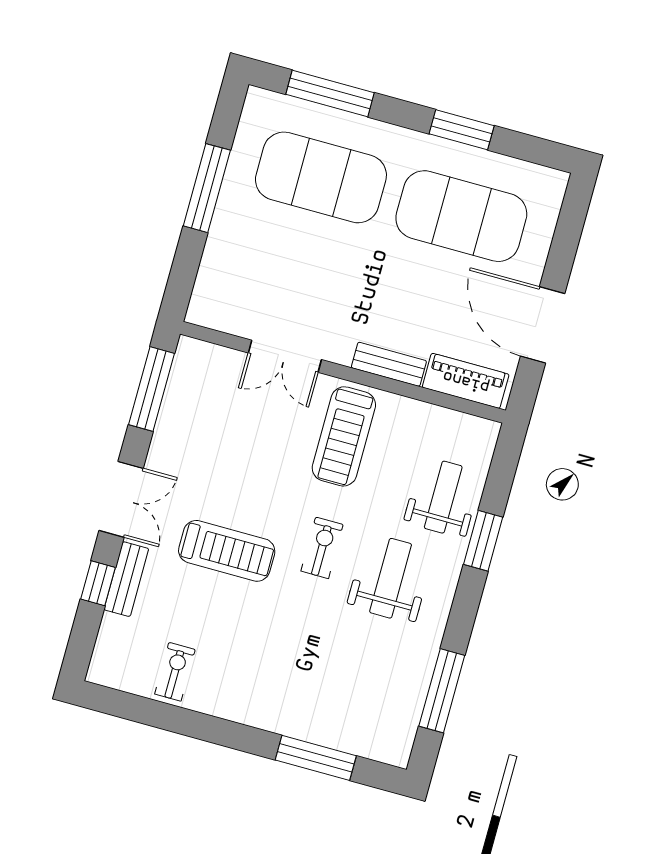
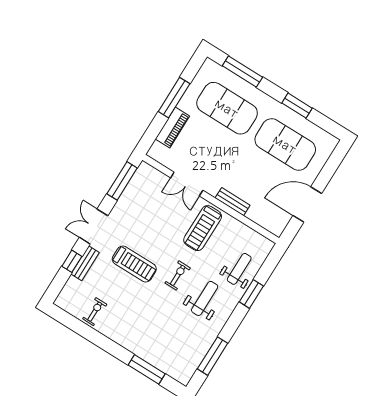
door: (543, 325) -> (307, 205), hinge flipped
piano: (466, 381) -> (172, 127), moved, turned 90
double door: (121, 499) -> (94, 227), swing flipped

